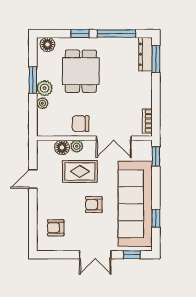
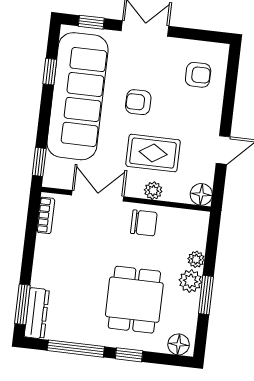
floor lamp: (62, 147) -> (201, 194), moved
armchair: (94, 205) -> (138, 102), turned 180

